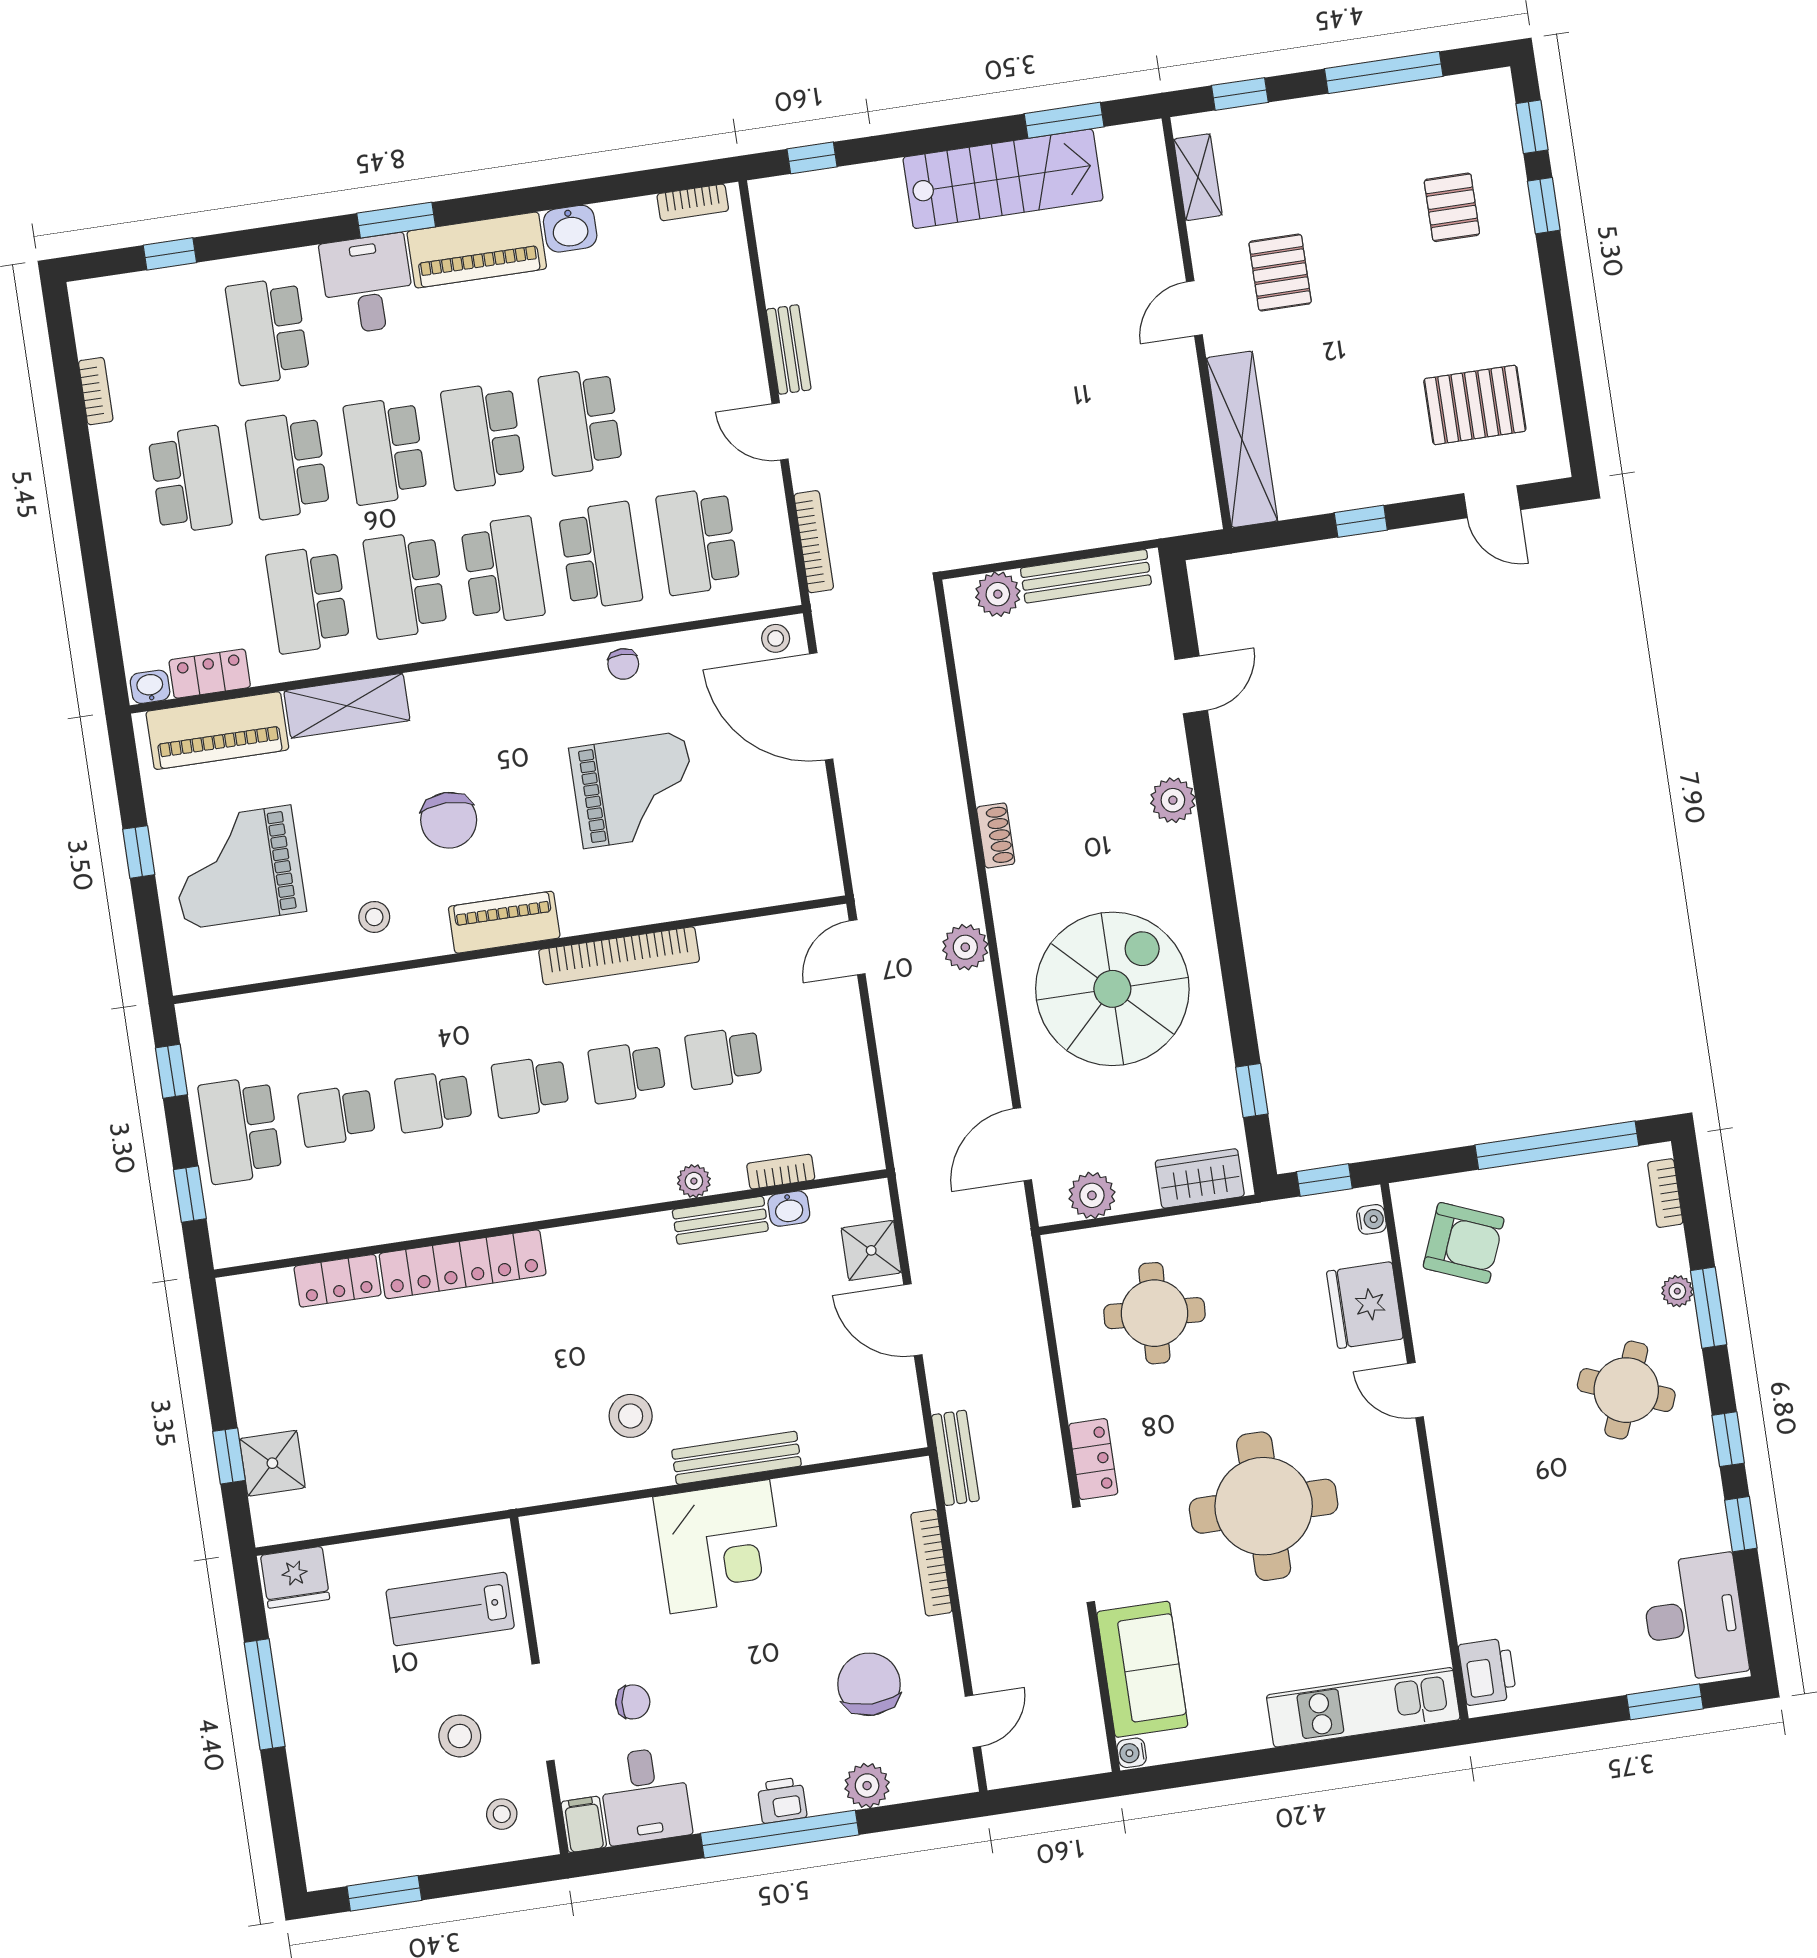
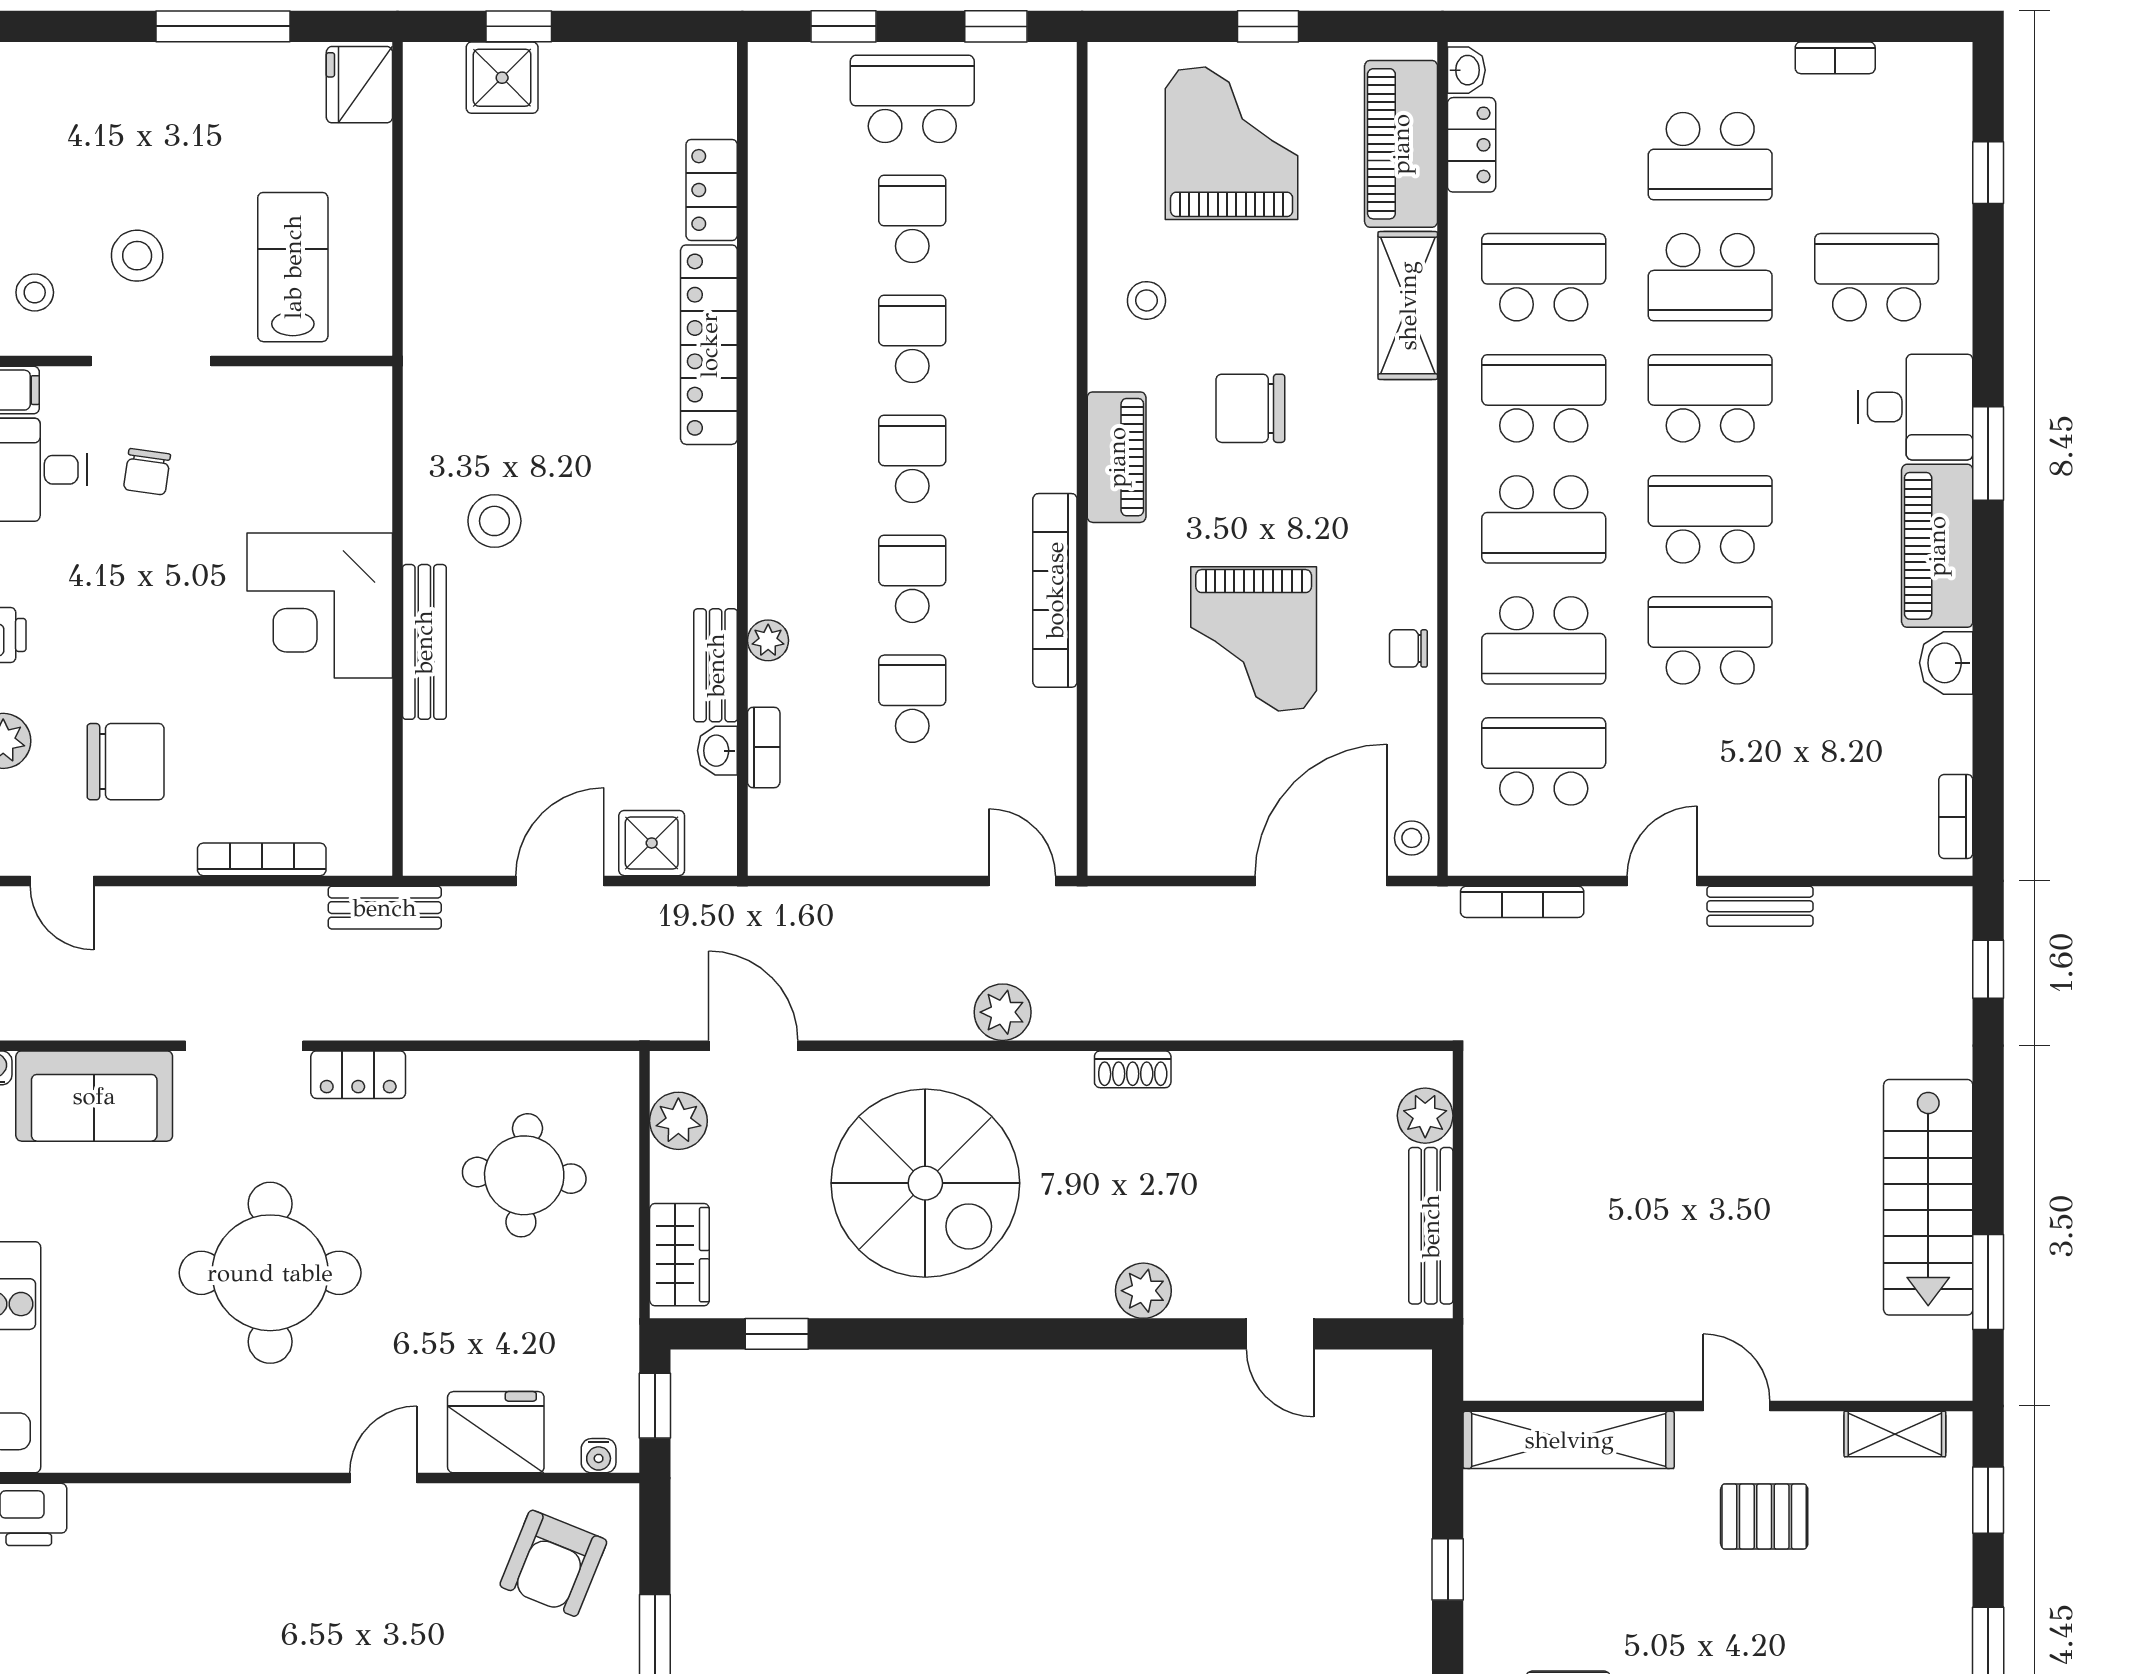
school desk: (288, 465) -> (1710, 277), turned 180

